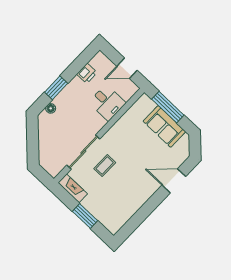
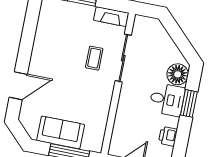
desk: (107, 103) -> (167, 100), moved, turned 180
floor lamp: (51, 108) -> (178, 74), width x1.89, depth x1.89

